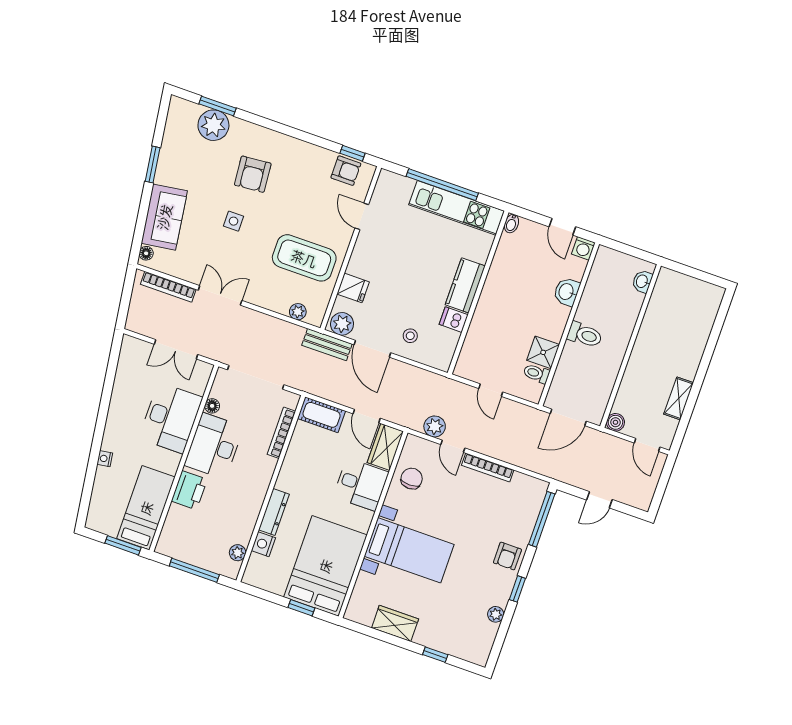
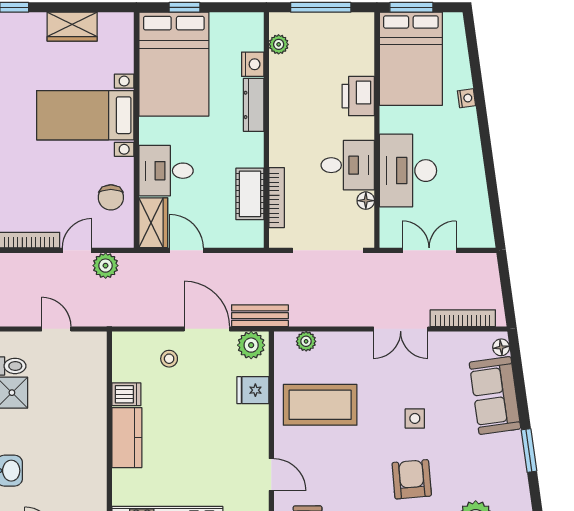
cot: (322, 415) -> (250, 194), moved, turned 90
desk: (214, 446) -> (348, 165), width x0.73
door: (453, 446) -> (77, 250), hinge flipped
bed: (146, 508) -> (411, 59), width x1.50

